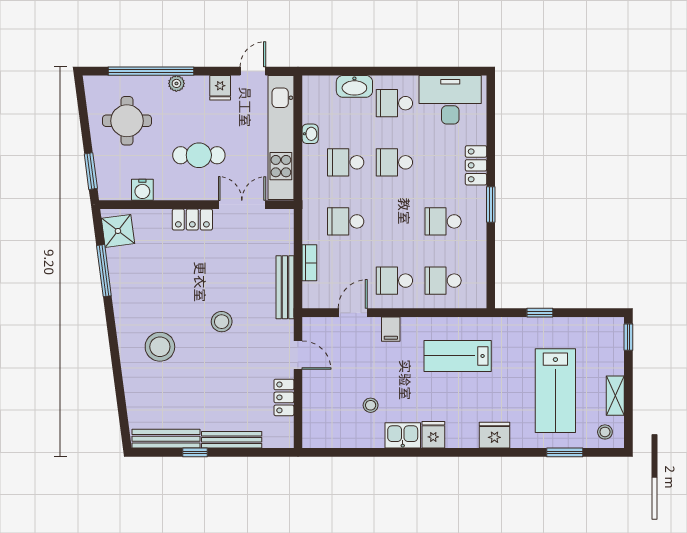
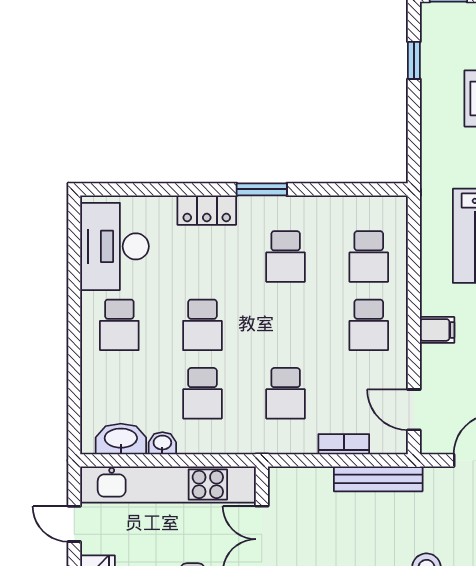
washbasin: (354, 86) -> (121, 439), moved, turned -90
door: (353, 313) -> (414, 410), moved
window: (540, 313) -> (414, 60), moved

